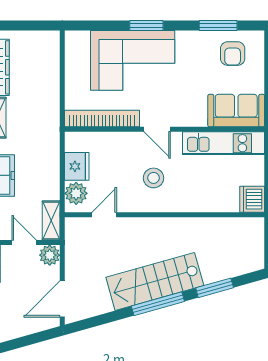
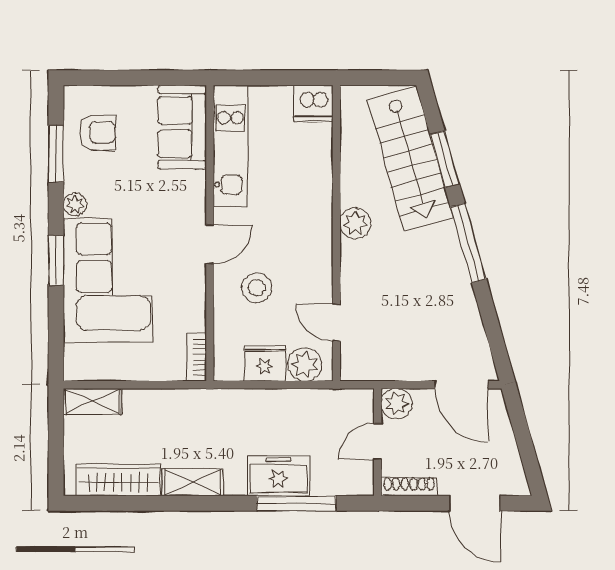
plant: (184, 38) -> (75, 204), added
bookcase: (102, 118) -> (197, 357), width x0.43, depth x0.76
stool: (153, 178) -> (257, 288), moved
shelving: (51, 221) -> (92, 401), moved
plant: (171, 228) -> (355, 223), added
stairs: (155, 281) -> (410, 159), moved

